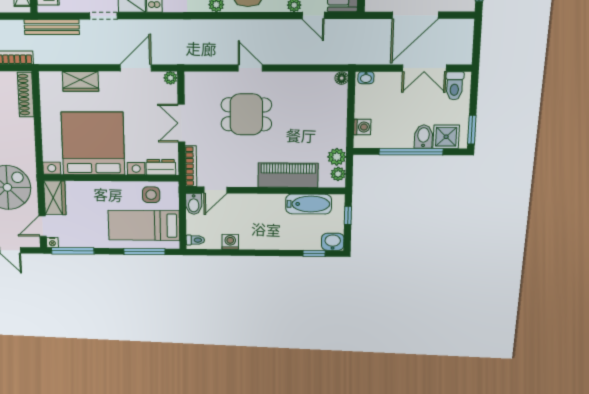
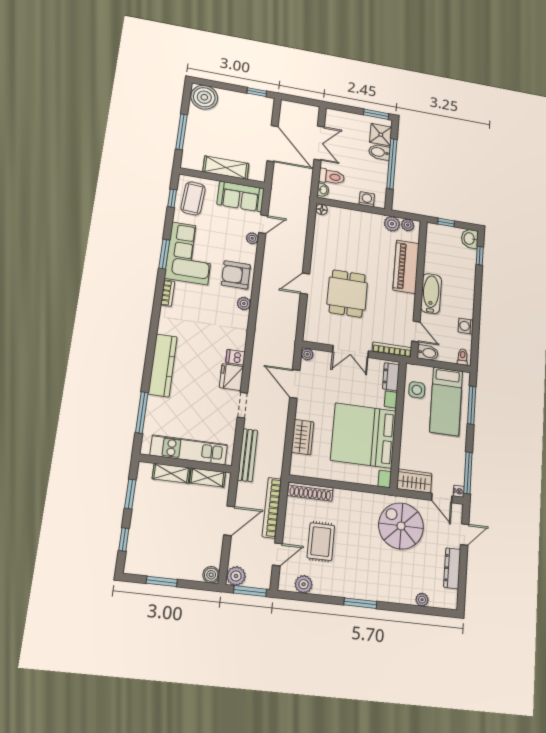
toilet: (455, 86) -> (332, 177), moved
bathtub: (309, 204) -> (431, 294), moved

